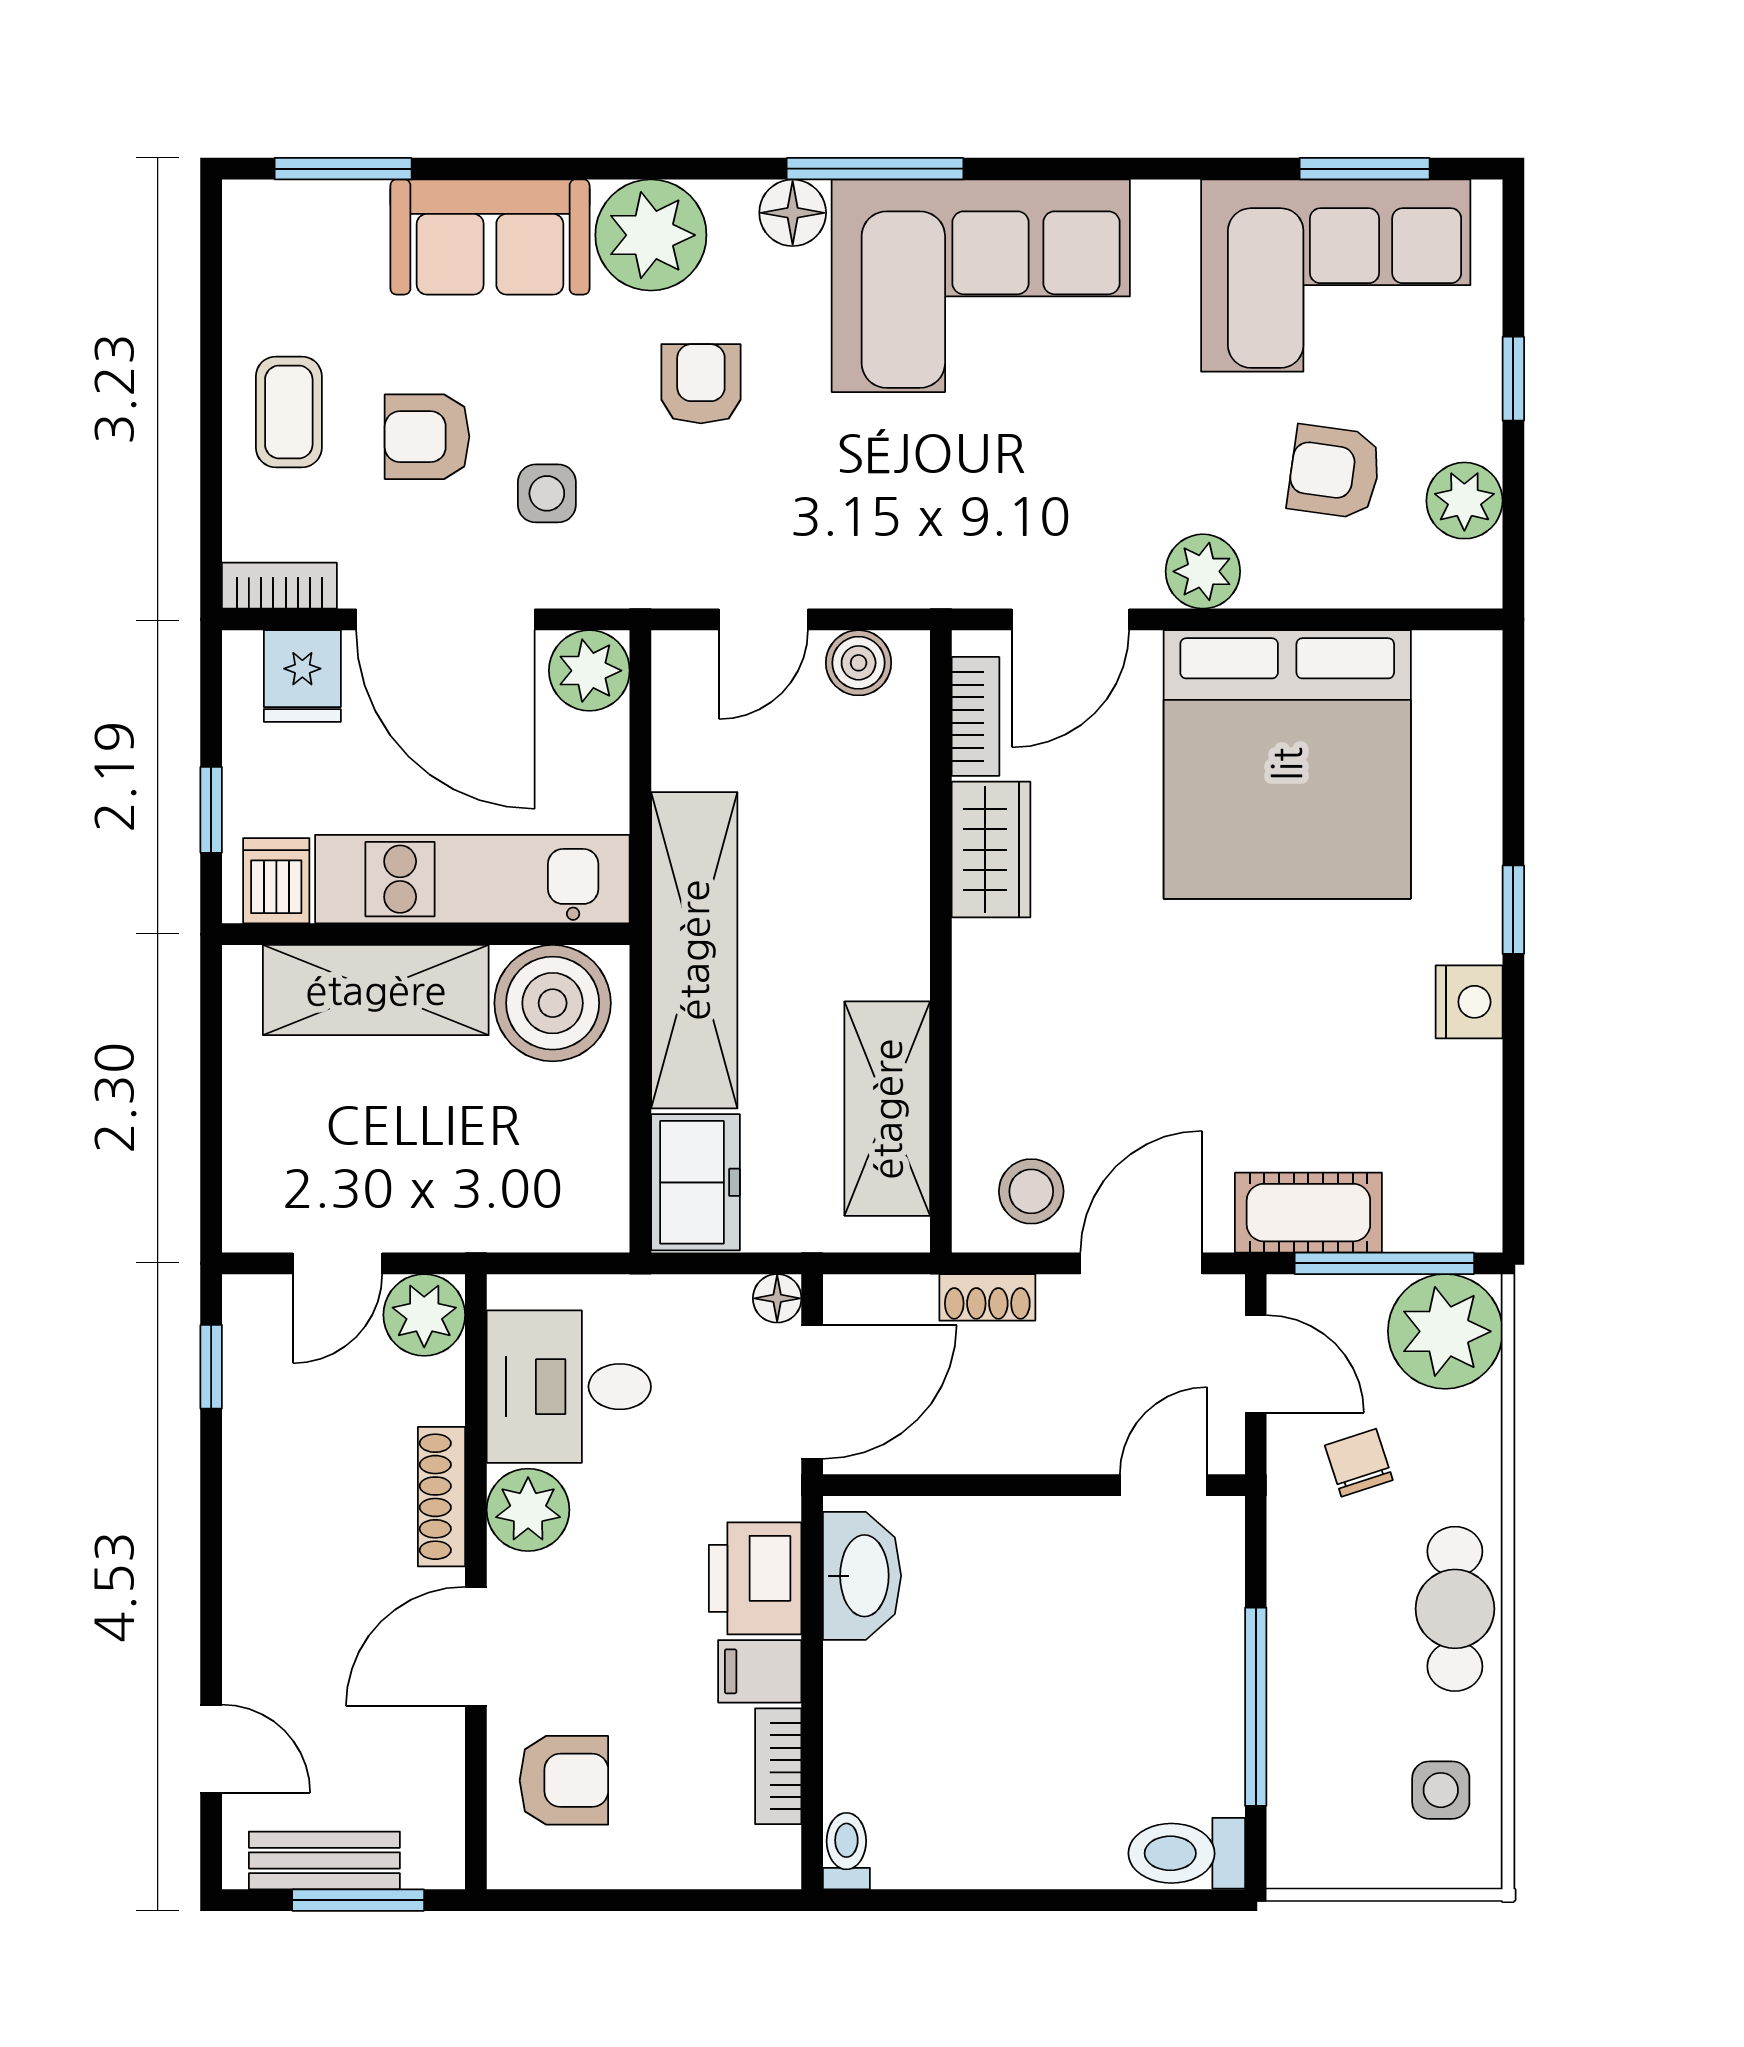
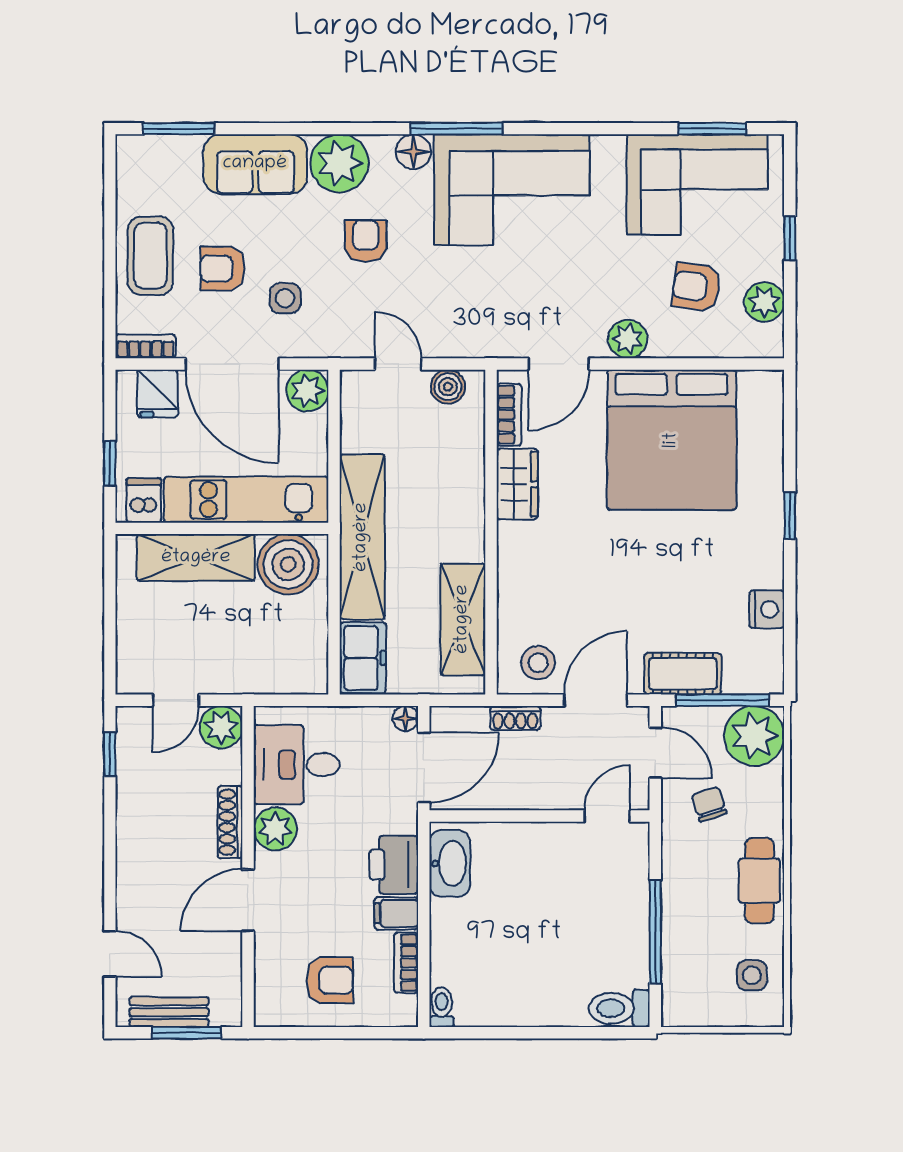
coffee table: (289, 412) -> (150, 256), width x1.36, depth x1.30
door: (763, 619) -> (398, 364), swing flipped
nightstand: (1469, 1002) -> (767, 609), moved
armchair: (564, 1780) -> (330, 980), moved

